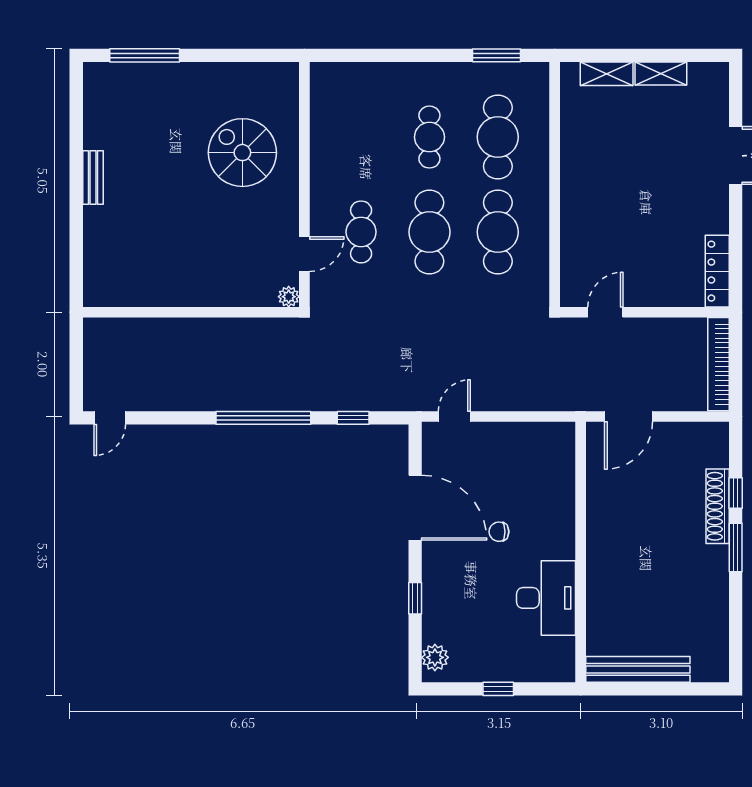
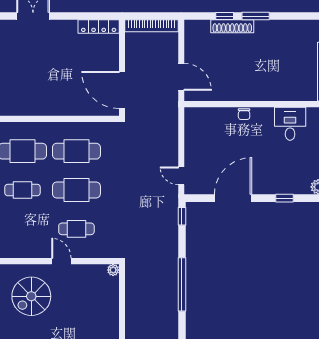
door: (304, 254) -> (61, 261), moved
door: (605, 312) -> (122, 90), width x1.87
window: (353, 418) -> (182, 216), moved
chair: (499, 532) -> (244, 114), moved
desk: (546, 598) -> (290, 124), width x0.73

